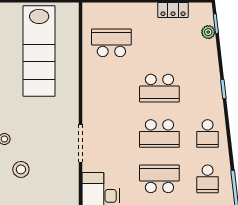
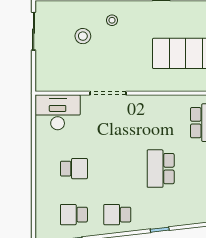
school desk: (159, 133) -> (117, 169), removed
school desk: (159, 179) -> (74, 169), width x0.54

